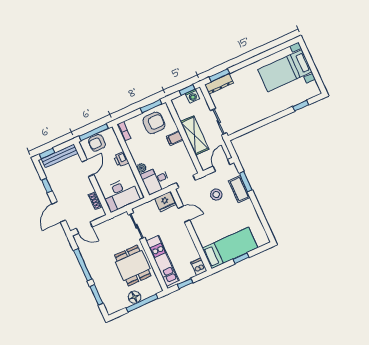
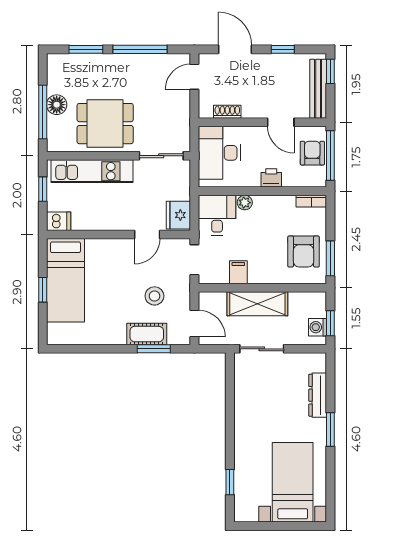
window: (219, 75) -> (330, 429), moved
dresser: (219, 84) -> (318, 395), moved
filing cabinet: (175, 138) -> (238, 272), moved

